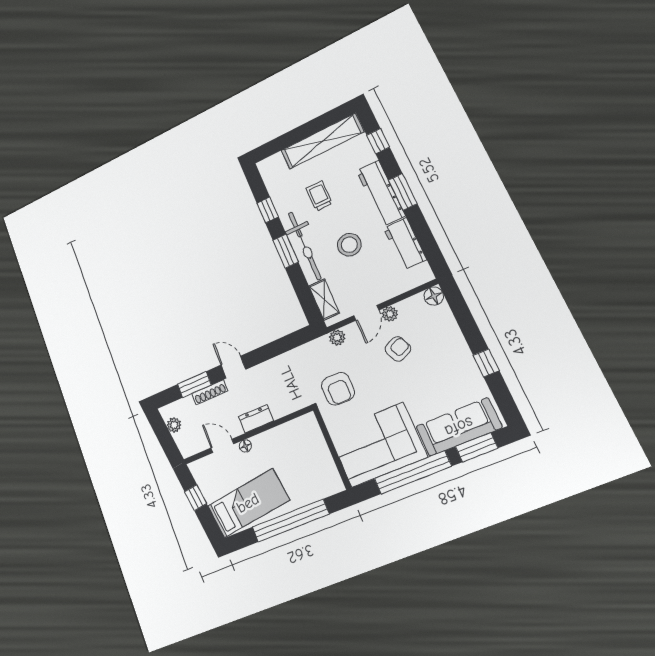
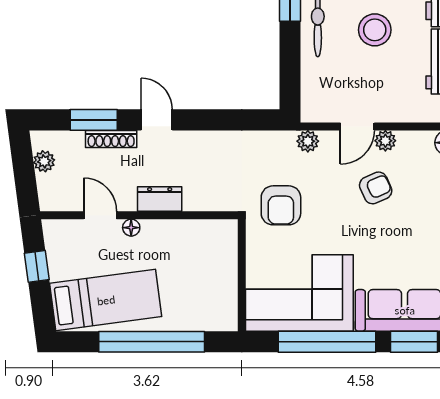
shelving: (324, 300) -> (312, 86), removed

